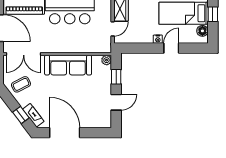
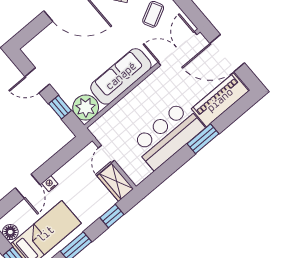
plant: (107, 60) -> (86, 108), width x1.88, depth x1.88
door: (116, 102) -> (37, 80), hinge flipped

